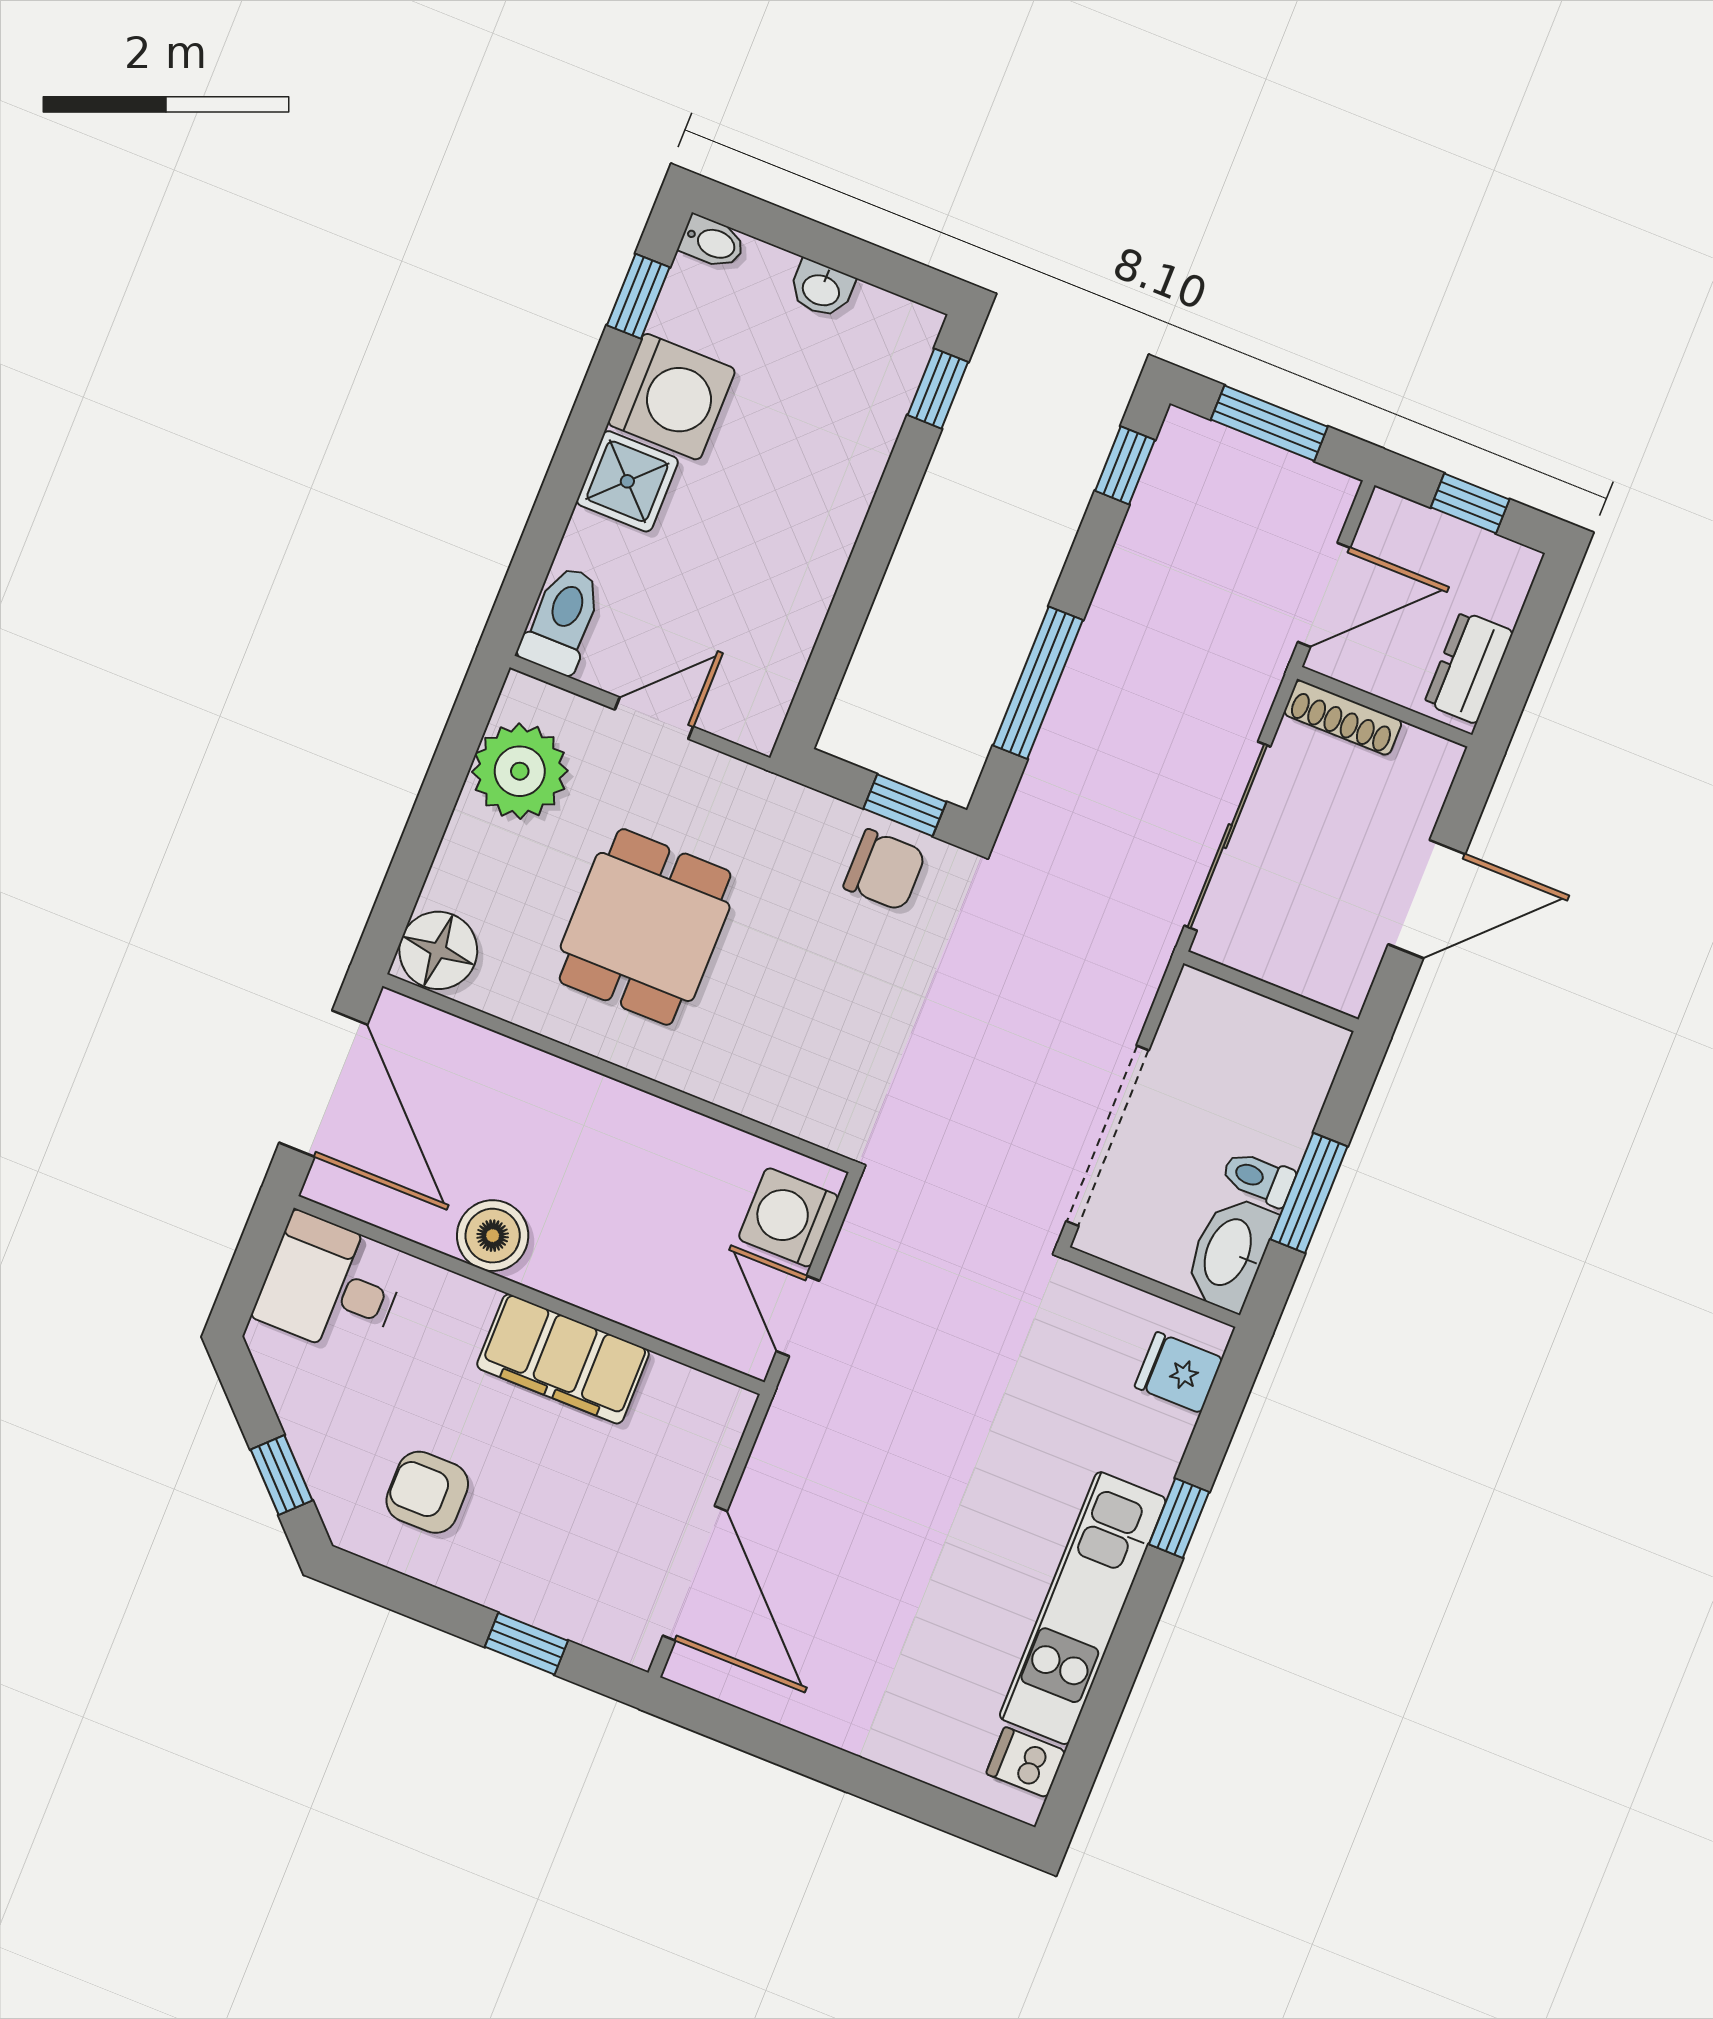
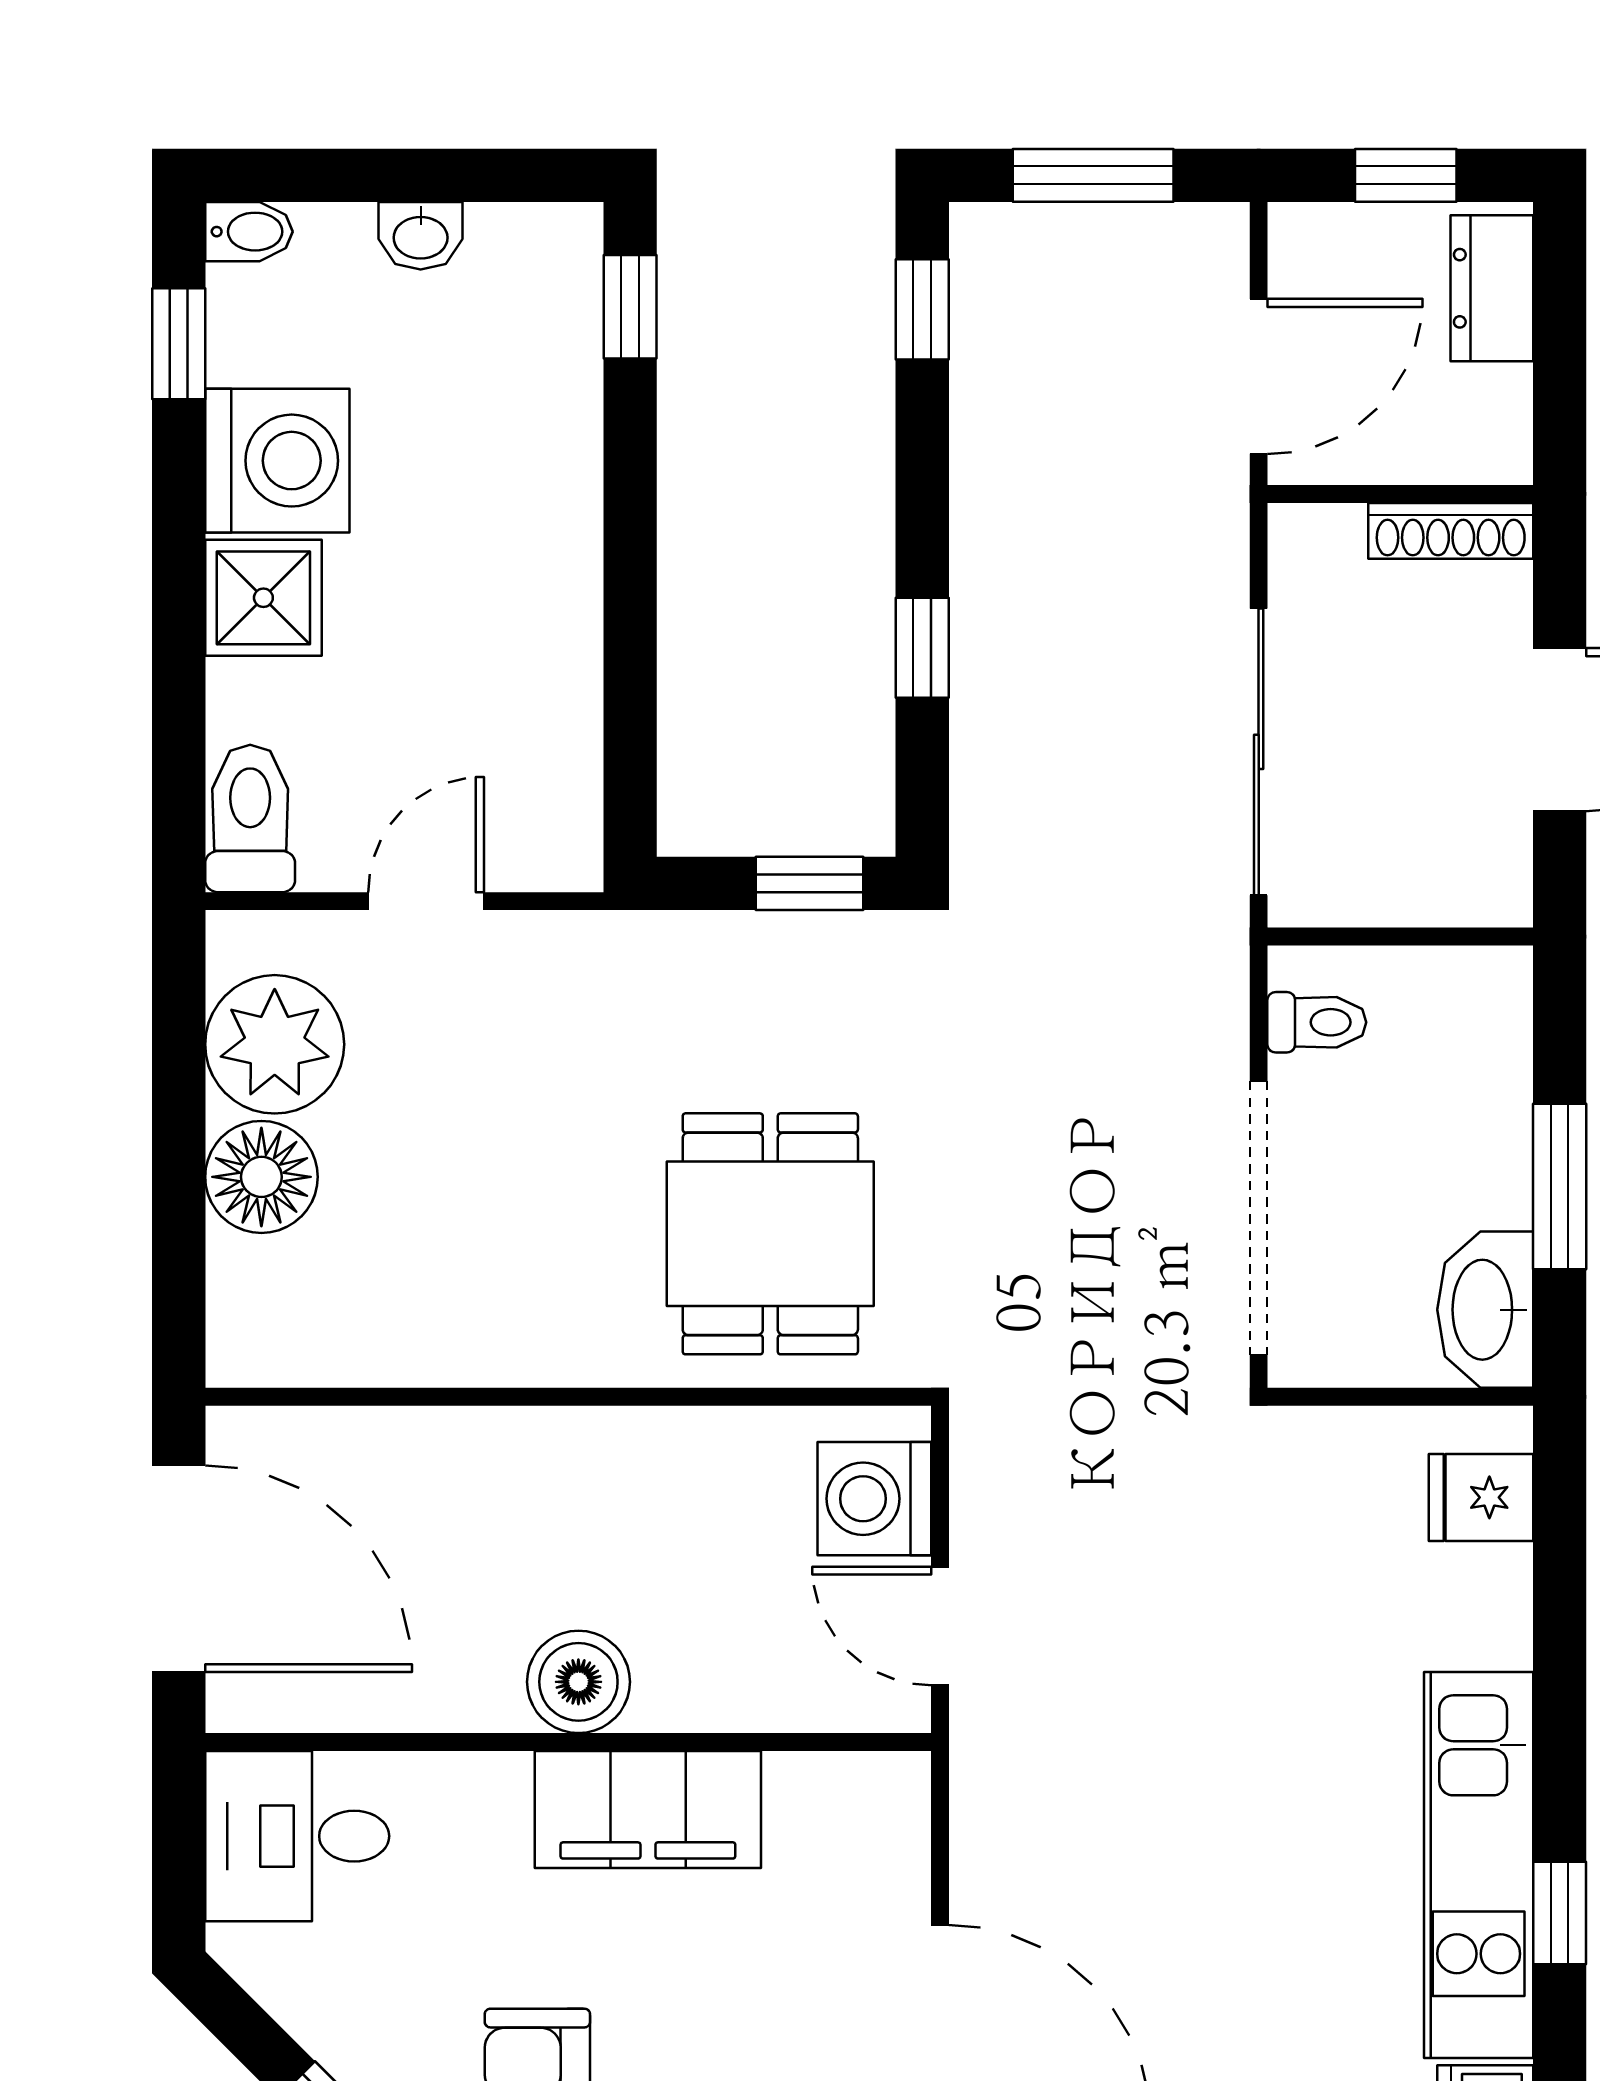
dresser: (1469, 667) -> (1492, 288), moved
window: (1038, 683) -> (922, 648), width x0.46
shoe rack: (1343, 718) -> (1451, 531), moved
chair: (885, 870) -> (817, 981), removed
dining table: (645, 927) -> (770, 1234), moved
floor lamp: (438, 950) -> (261, 1177), moved
toilet: (1258, 1178) -> (1317, 1022), moved, turned 180
boiler: (493, 1236) -> (578, 1682), moved
window: (1179, 1518) -> (1560, 1913), moved

